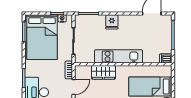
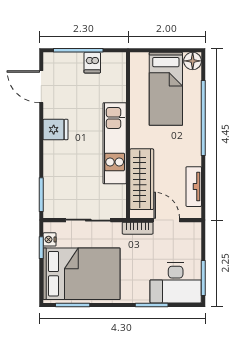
fridge: (112, 22) -> (55, 130), moved
dishwasher: (166, 58) -> (92, 63), moved
wardrobe: (103, 72) -> (142, 179), width x1.50

